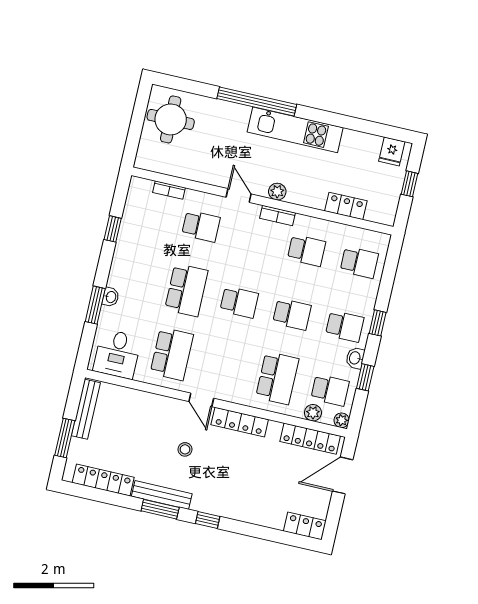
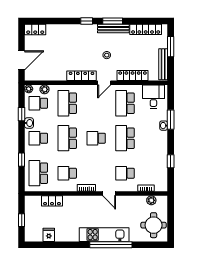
kitchen unit: (295, 130) -> (104, 235), moved
fridge: (392, 151) -> (49, 235), moved
plant: (277, 192) -> (151, 200), moved
school desk: (359, 262) -> (38, 173), width x1.85
school desk: (292, 314) -> (67, 138), width x1.85
window: (378, 323) -> (22, 160), moved
door: (201, 400) -> (104, 83), swing flipped
locker: (310, 439) -> (133, 76), moved

